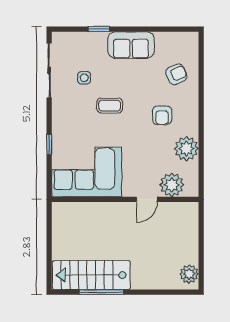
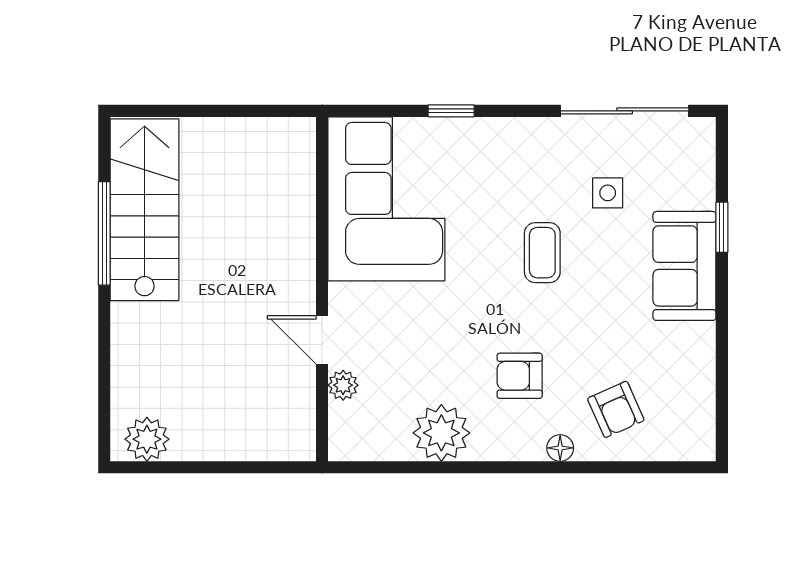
sofa: (131, 45) -> (684, 266), moved
floor lamp: (193, 98) -> (560, 448), added
plant: (172, 185) -> (343, 385), width x0.53, depth x0.53

